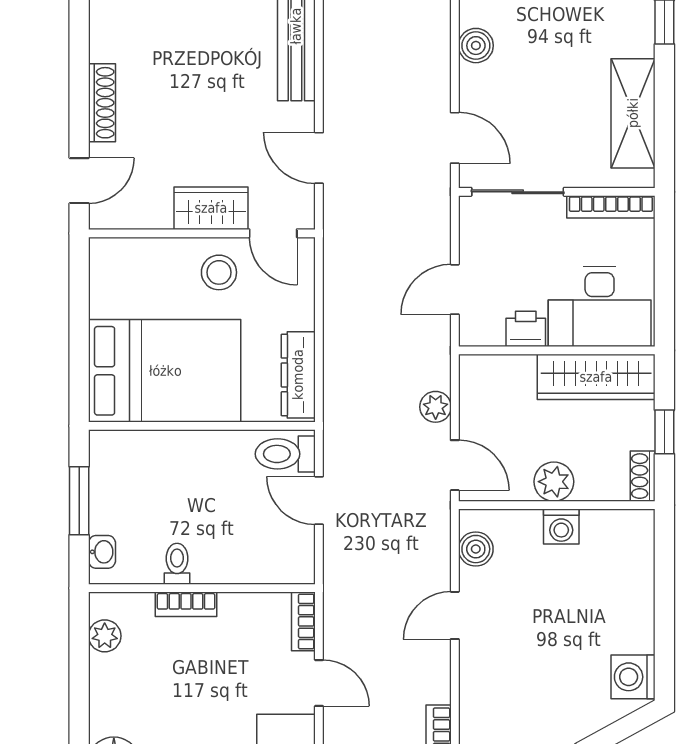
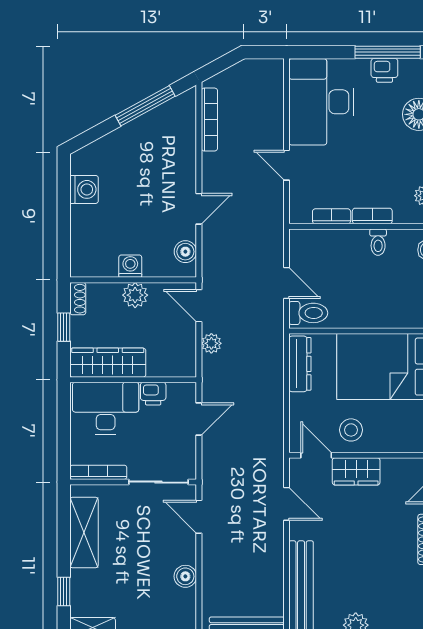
bookcase: (303, 621) -> (332, 216), moved, turned -90
washing machine: (633, 677) -> (84, 189), moved

